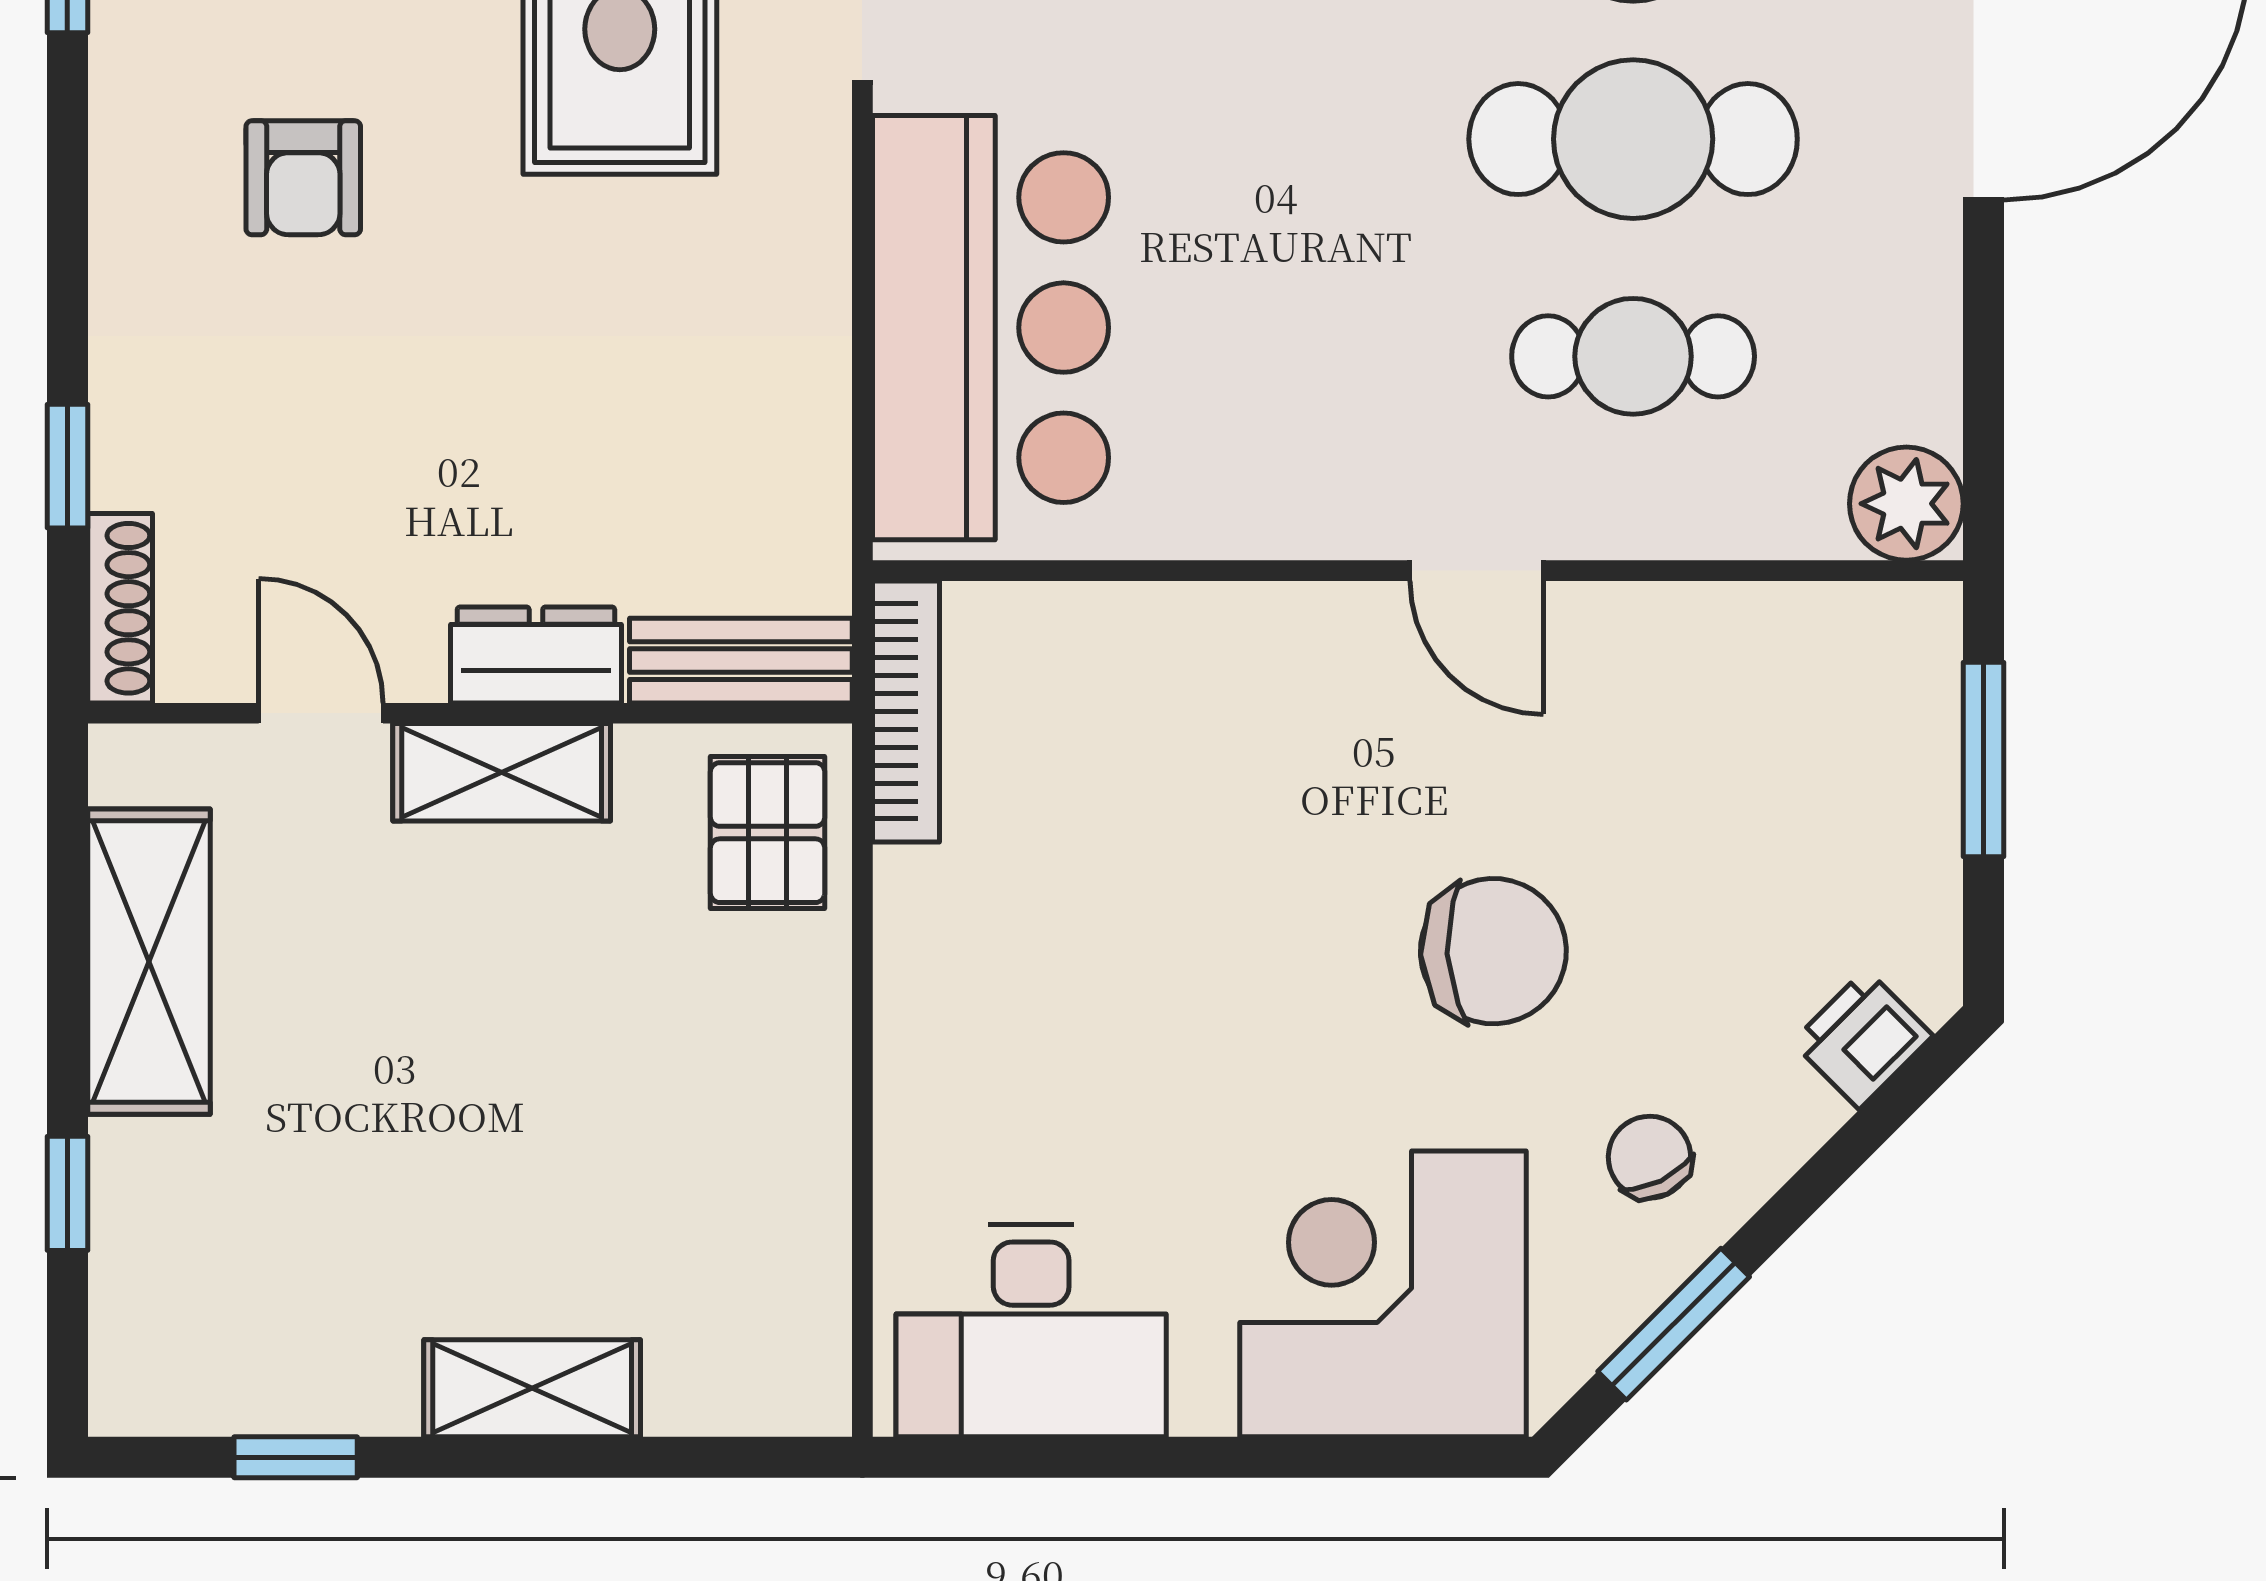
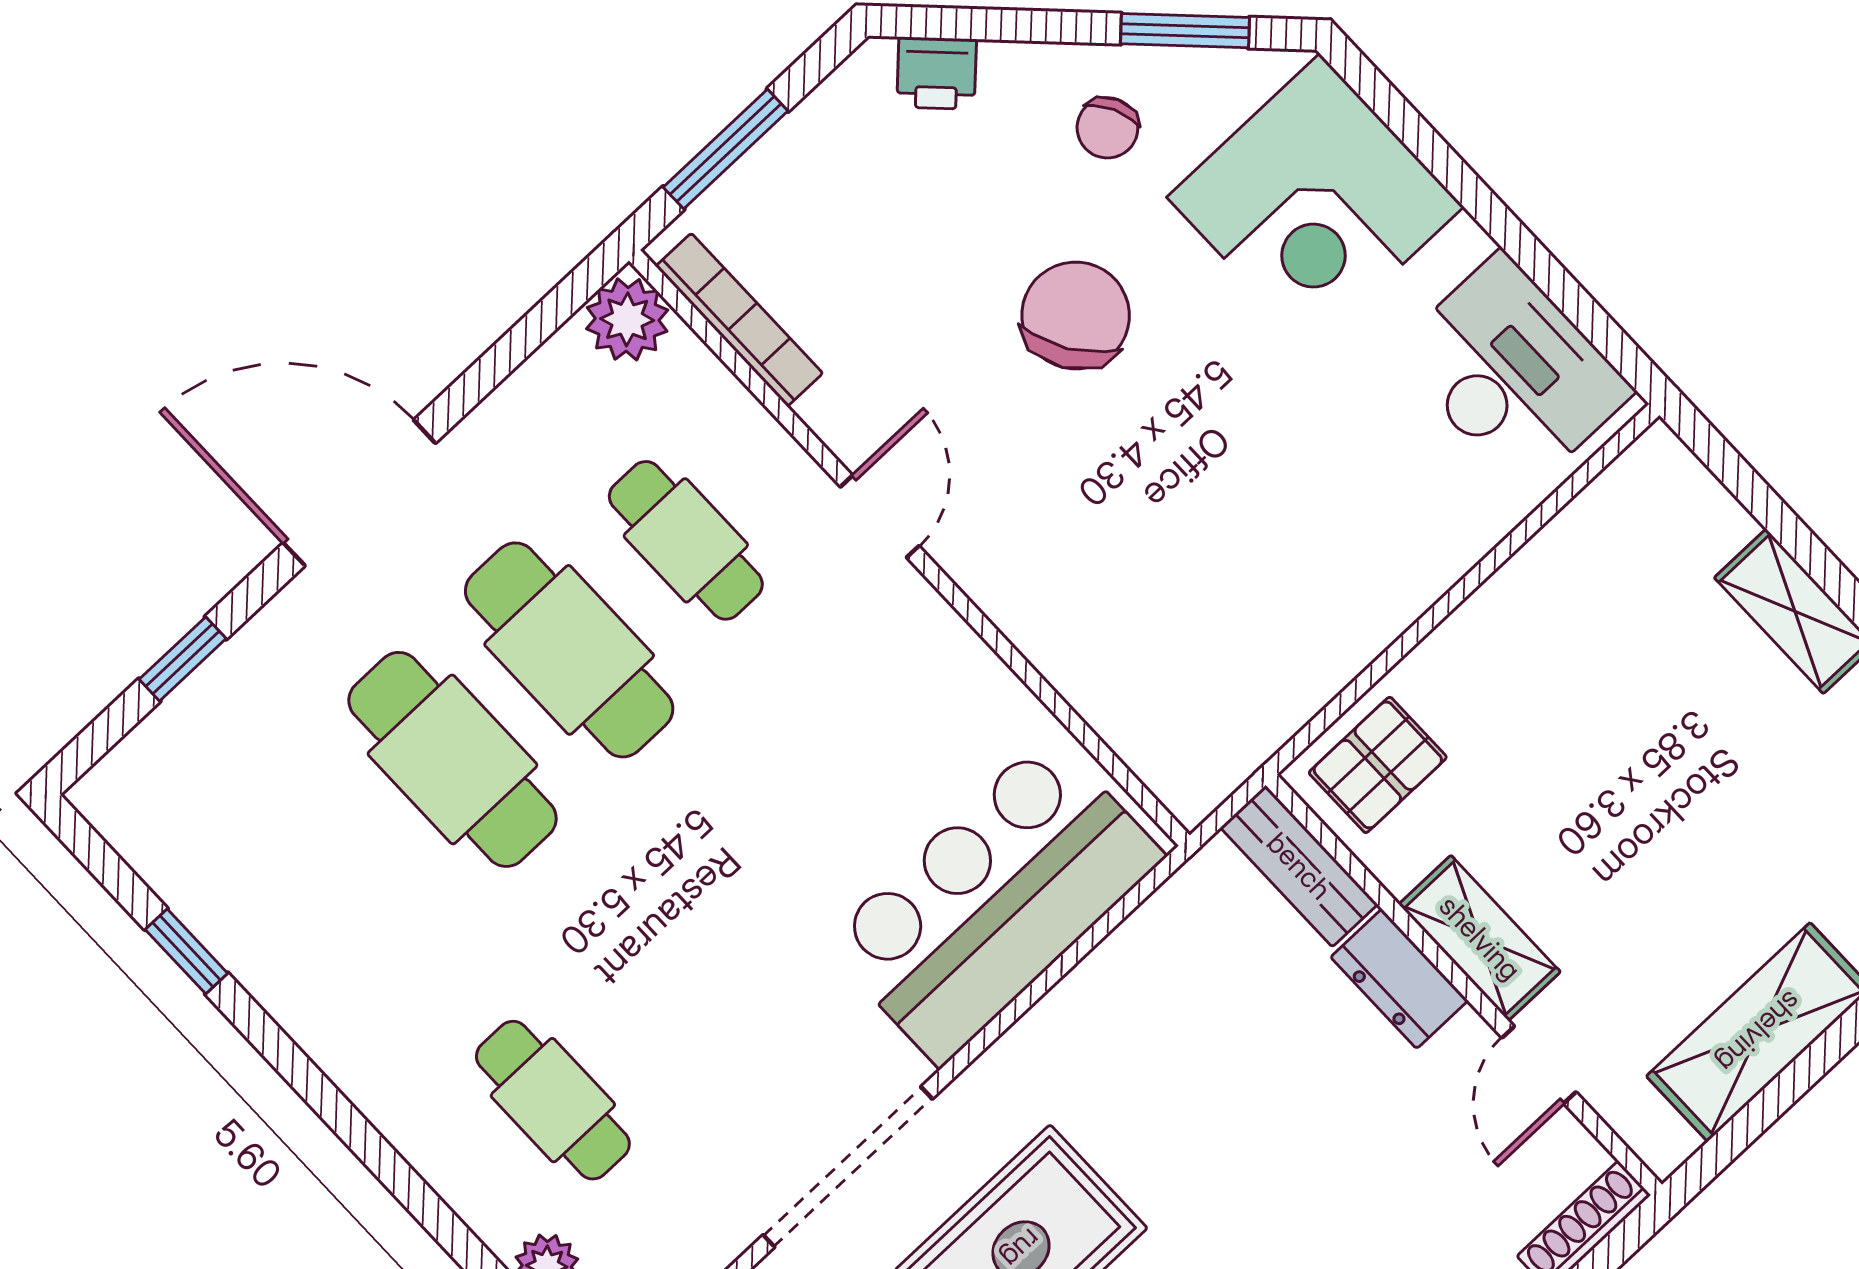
bookcase: (906, 711) -> (739, 320), moved, turned 90
chair: (1493, 951) -> (1076, 316), turned 60

